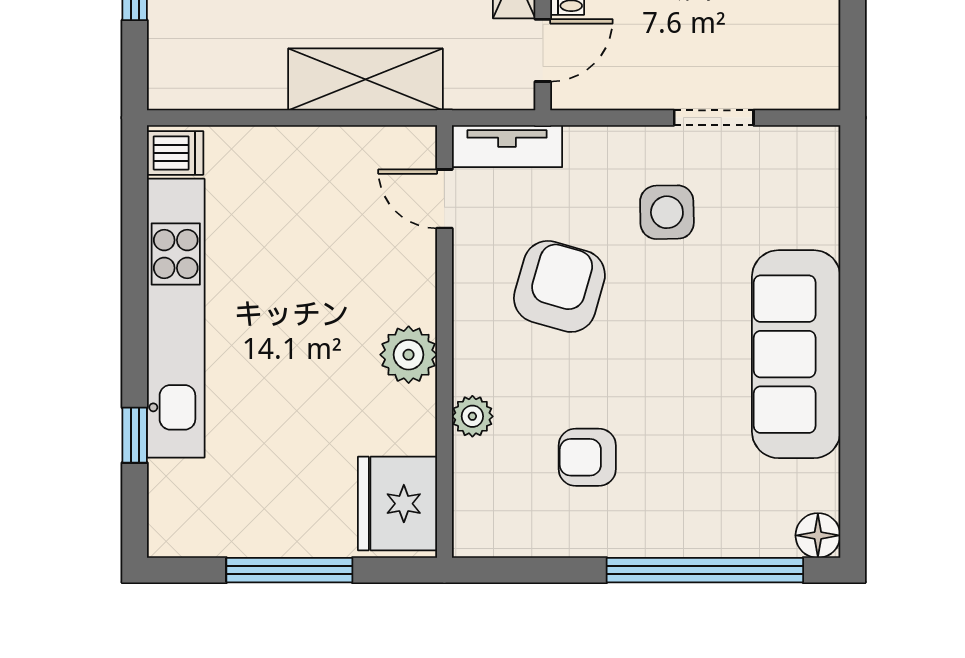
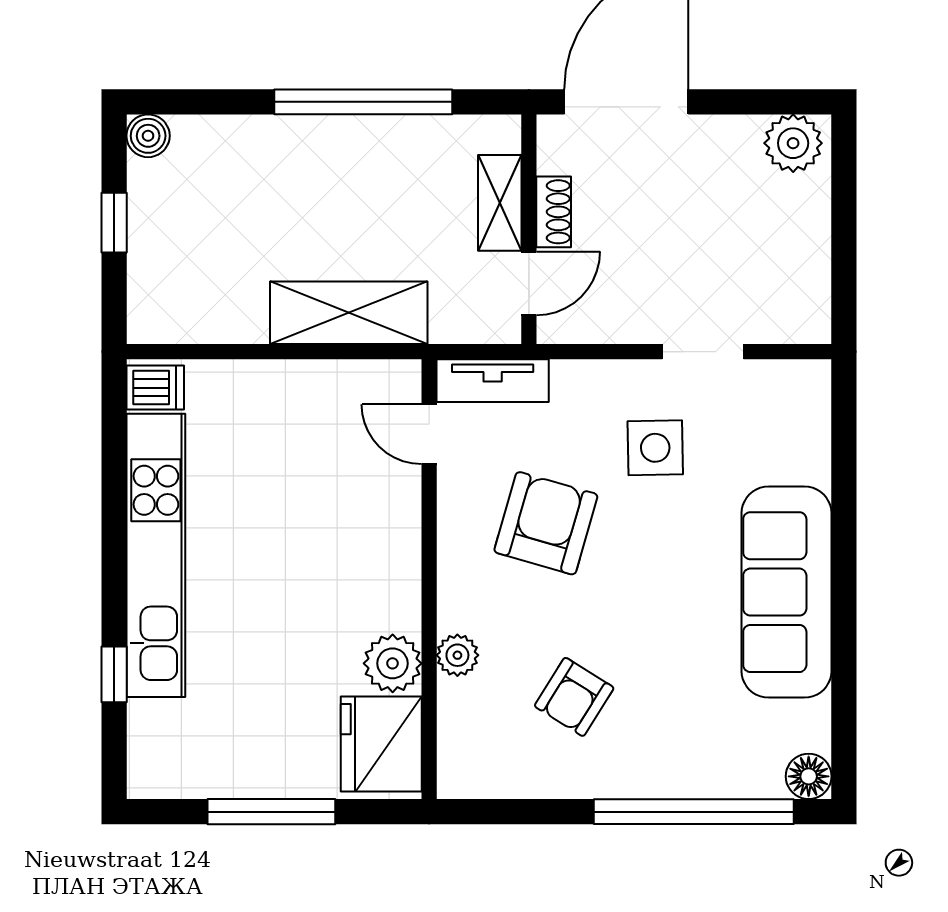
plant: (409, 355) -> (393, 663), moved
armchair: (587, 457) -> (574, 697), turned -58

